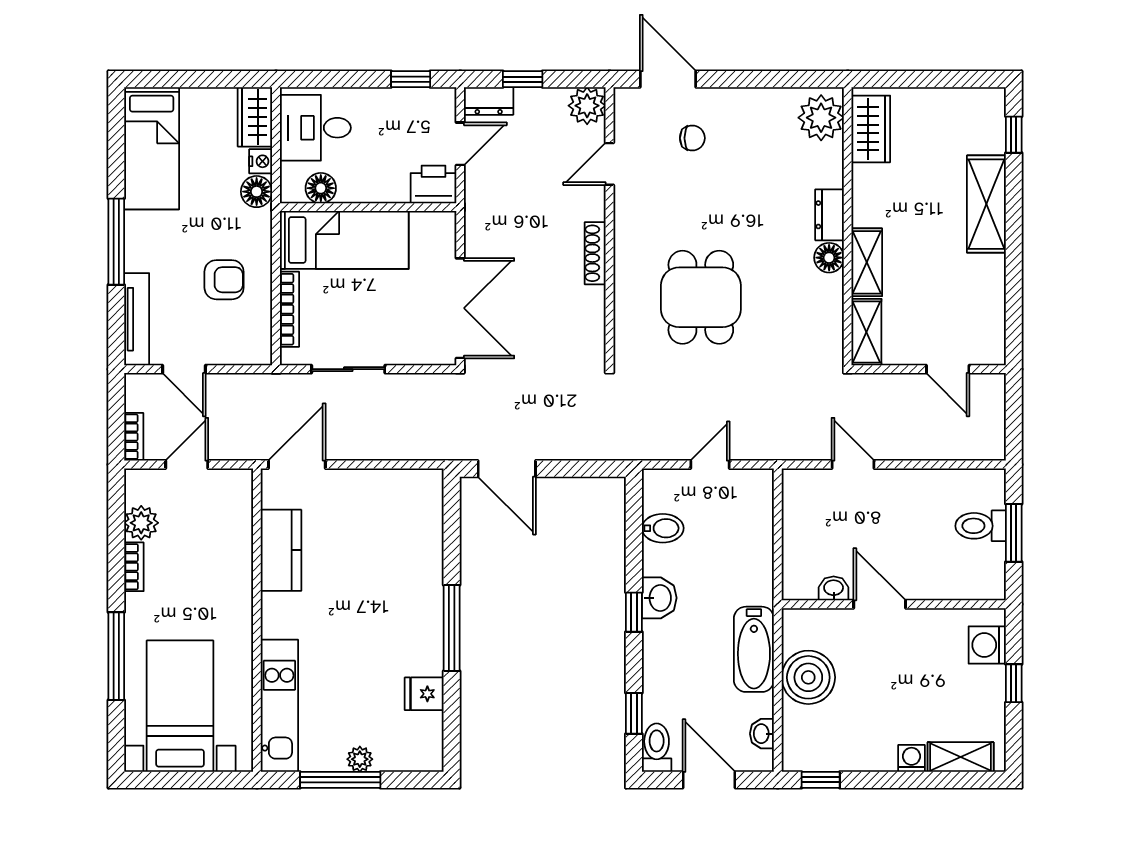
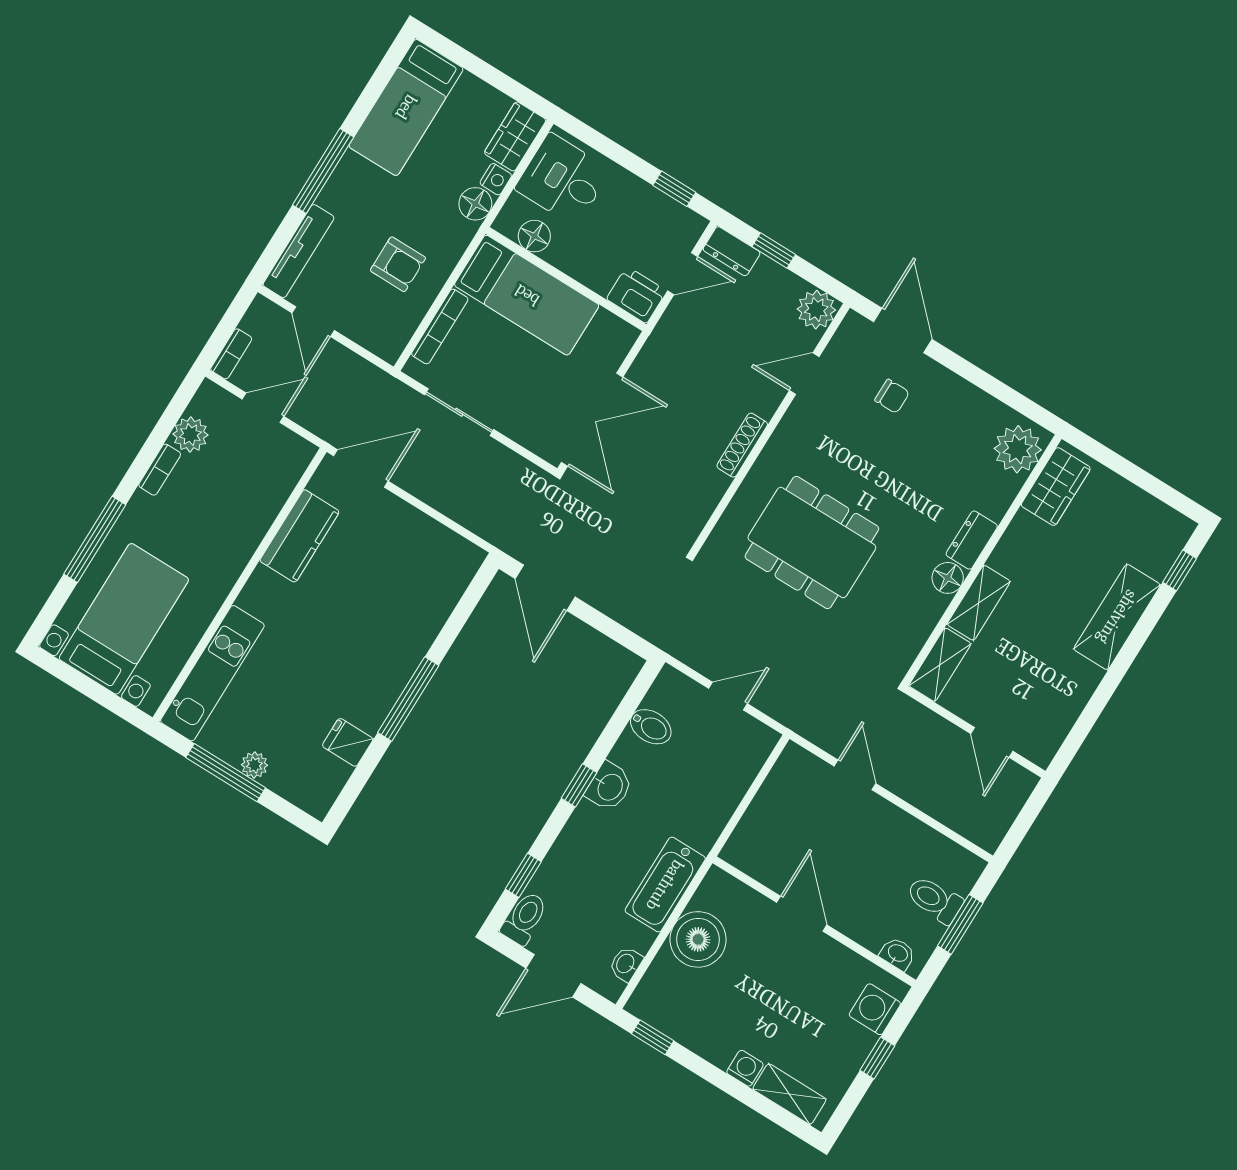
dining table: (701, 297) -> (812, 543), width x1.38
washbasin: (834, 588) -> (898, 954), moved
door: (709, 780) -> (553, 976), swing flipped

